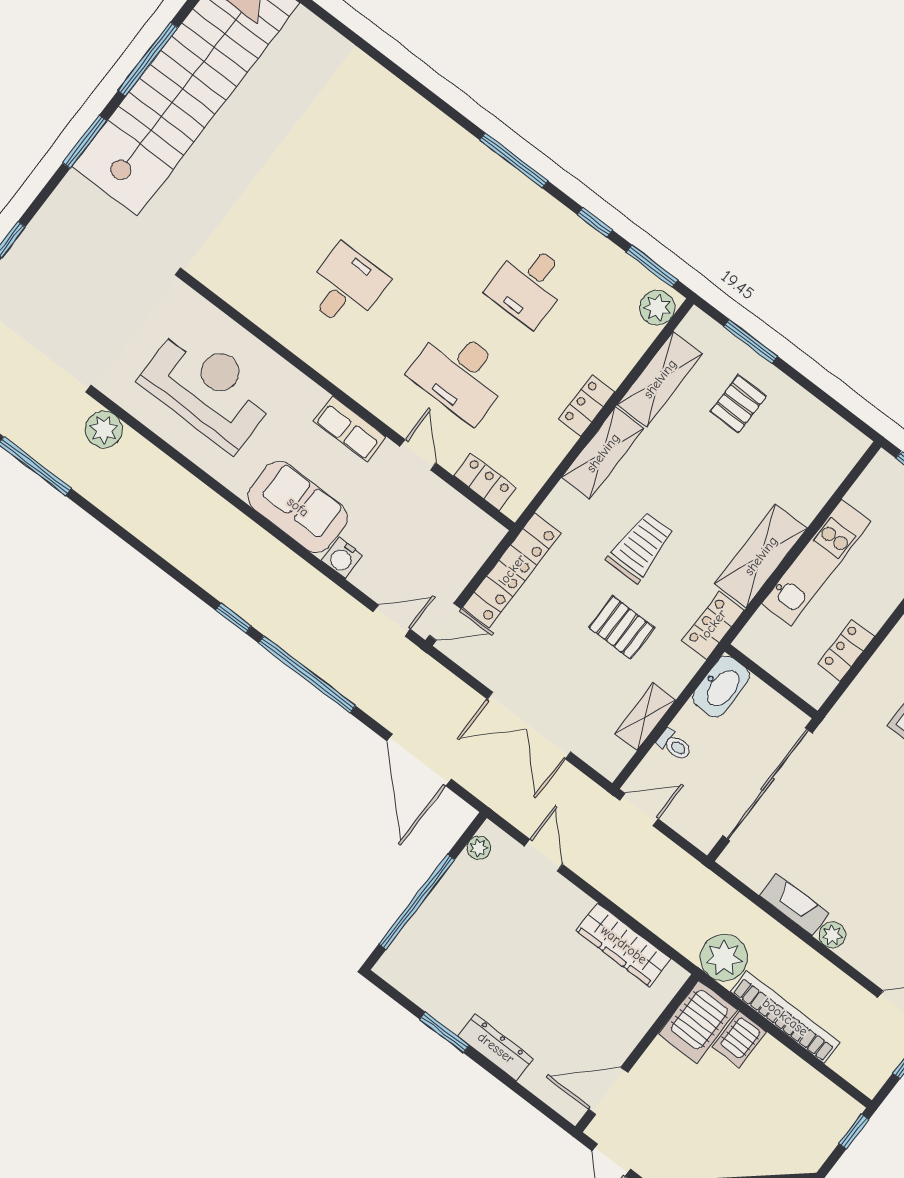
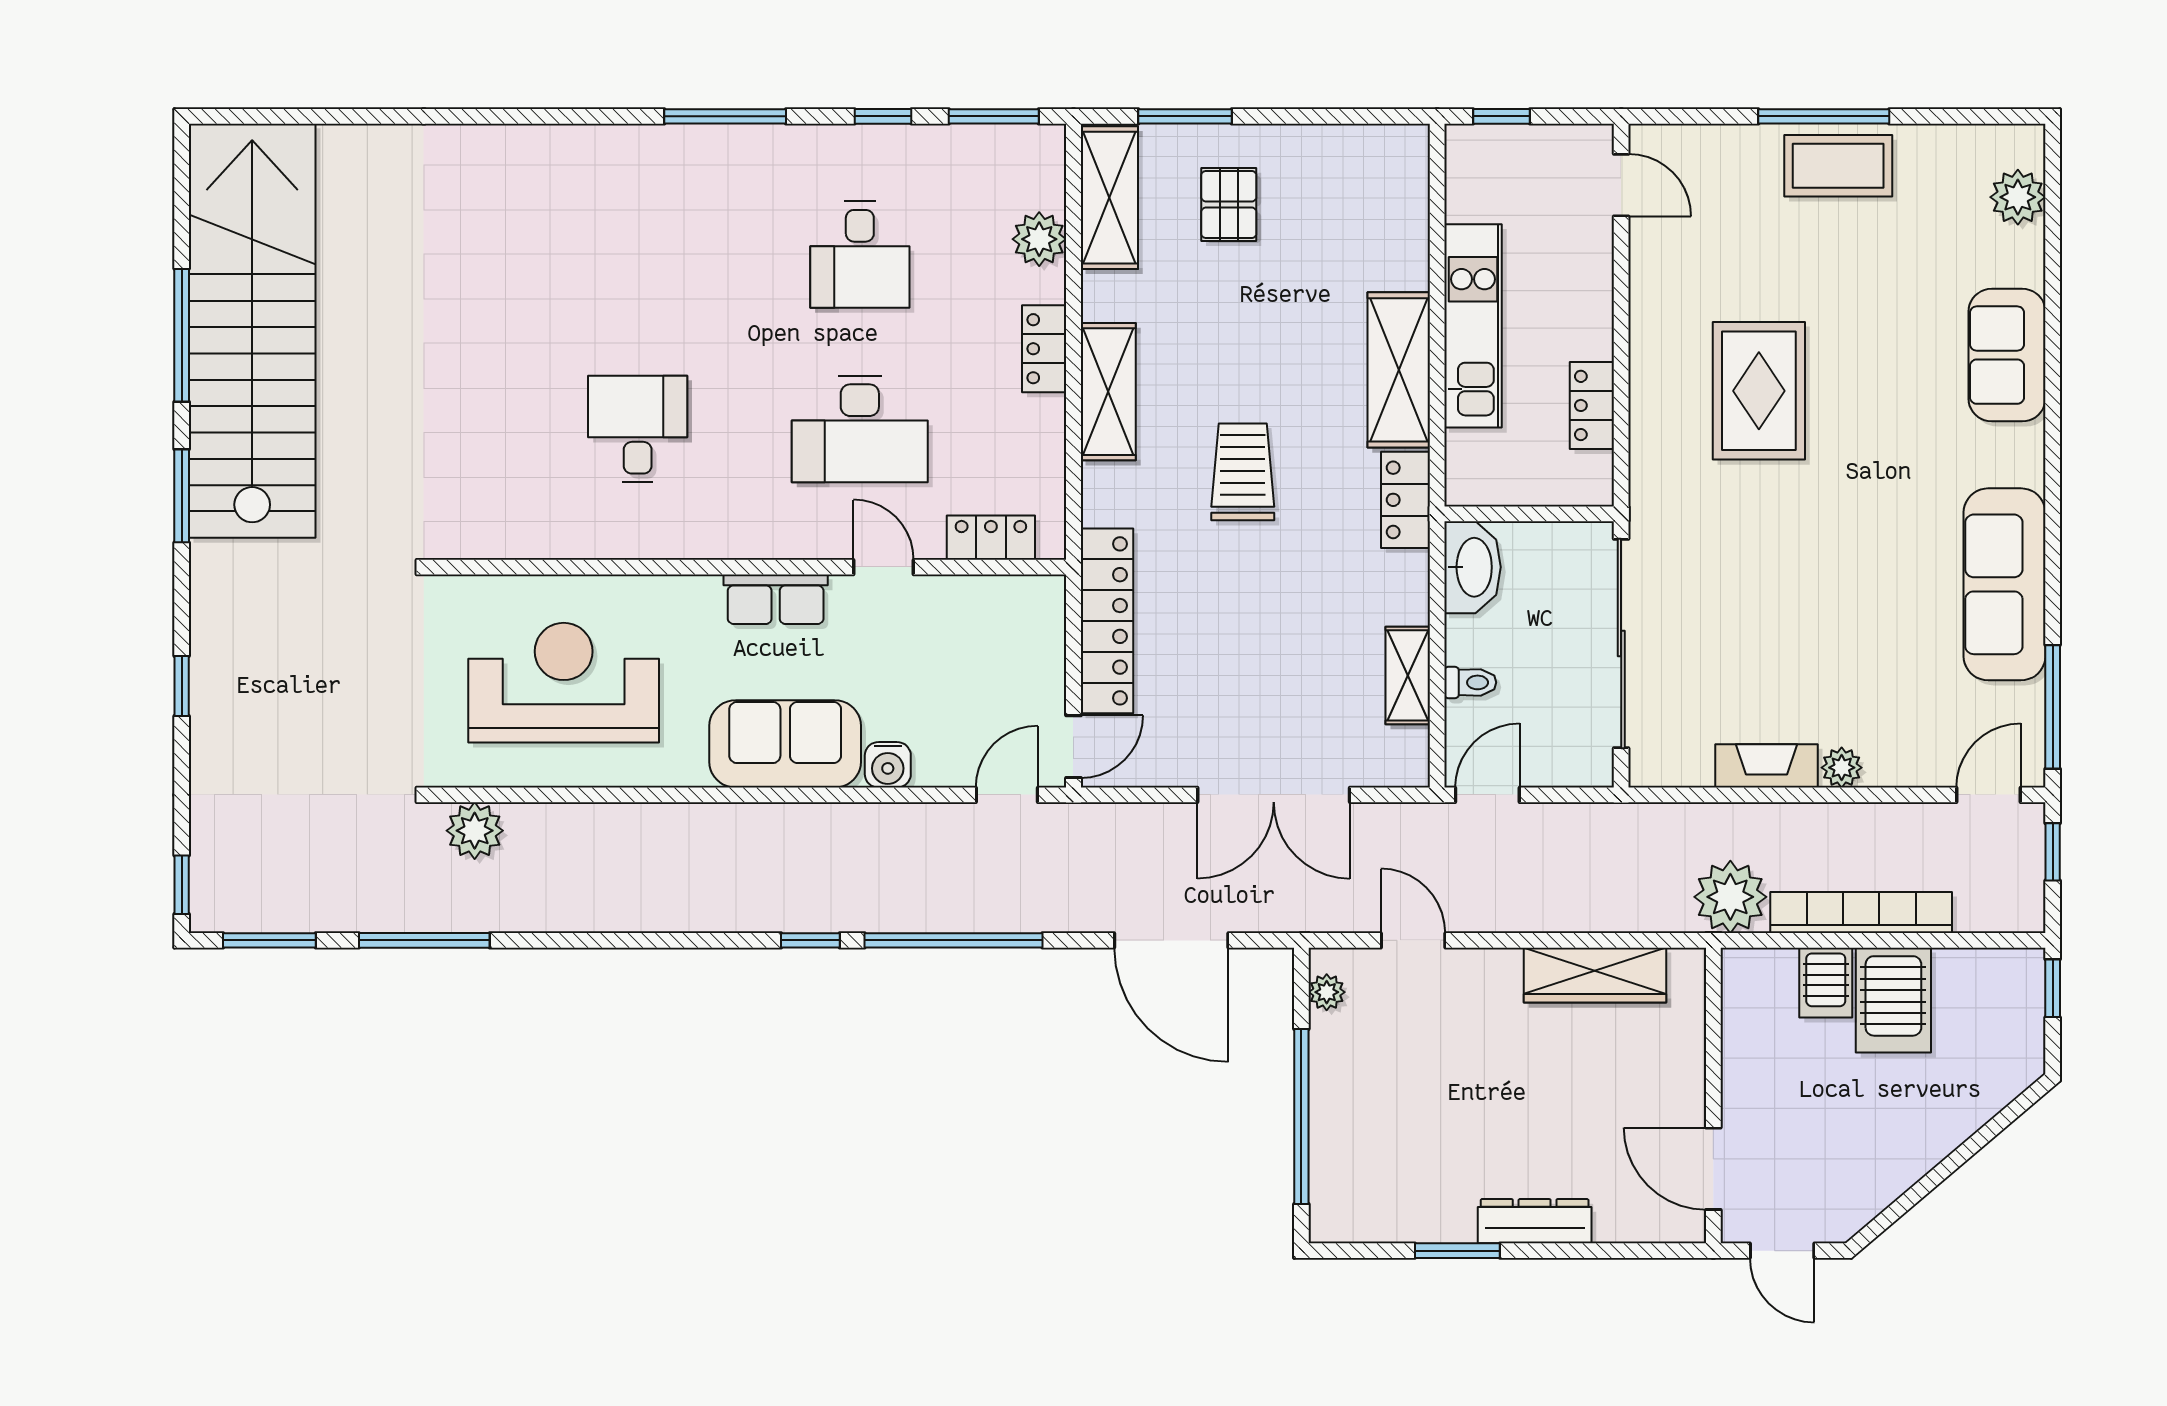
plant: (657, 308) -> (1039, 239), moved
shelving: (660, 379) -> (1109, 198), moved
pallet: (622, 627) -> (1295, 588), removed
server rack: (698, 1022) -> (1893, 1000), moved
door: (608, 1091) -> (1713, 1169), hinge flipped

